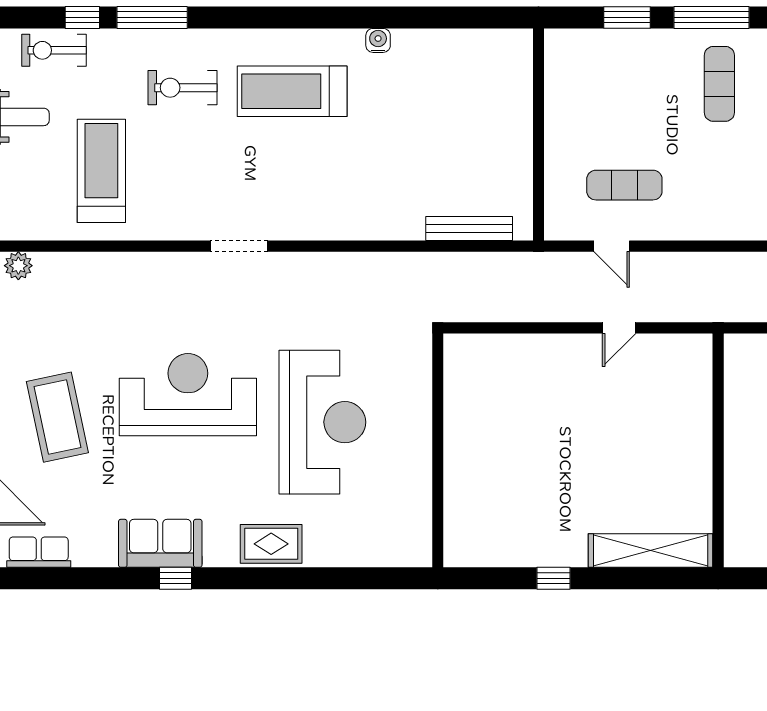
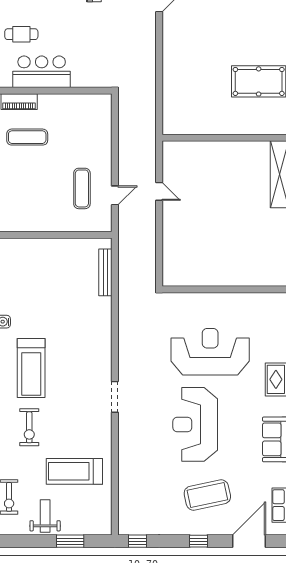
plant: (18, 266) -> (125, 516), removed

